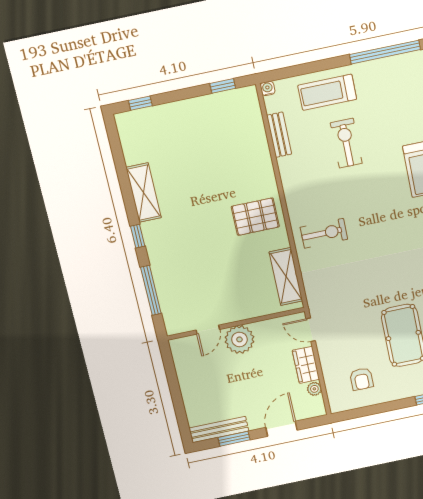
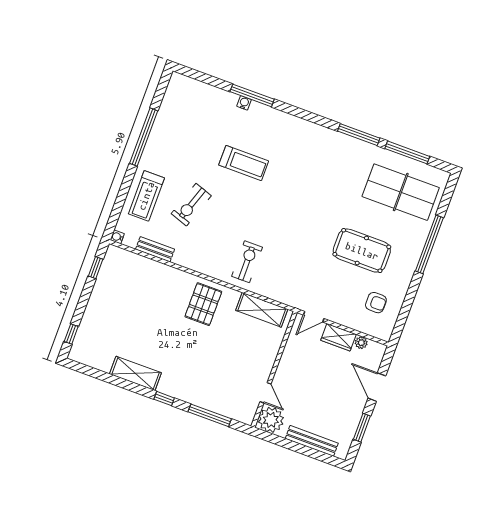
exercise bike: (346, 143) -> (191, 205), turned -71
plant: (239, 339) -> (271, 420), moved
bench: (219, 430) -> (312, 441), moved, turned 90

